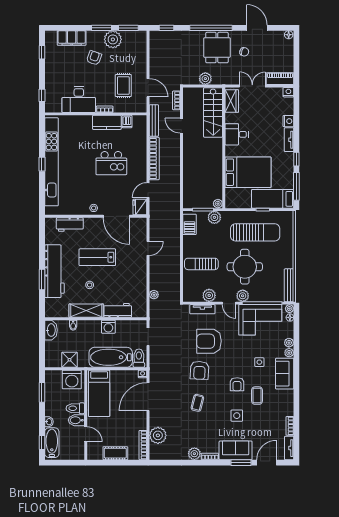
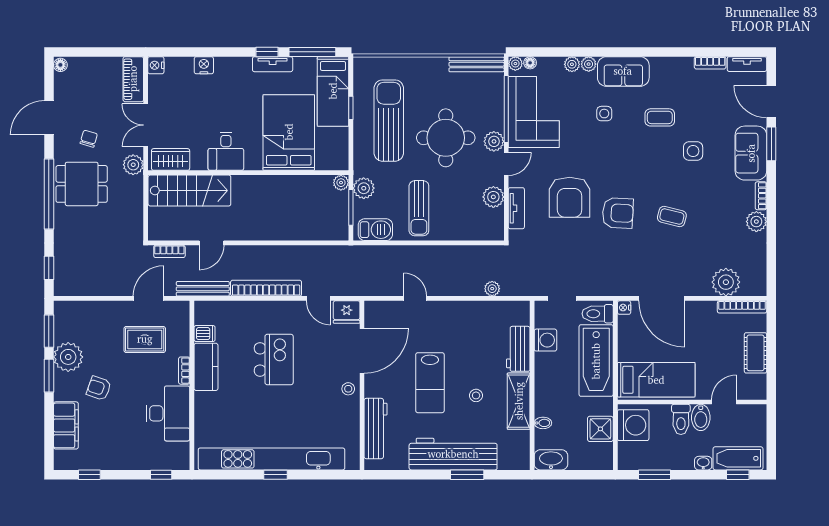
plant: (205, 79) -> (133, 165), moved
tv unit: (289, 140) -> (273, 64), moved
workbench: (70, 224) -> (376, 429), width x1.38
sun lounger: (201, 264) -> (419, 208), moved
washing machine: (108, 327) -> (545, 340), moved
armchair: (237, 384) -> (641, 151), removed

